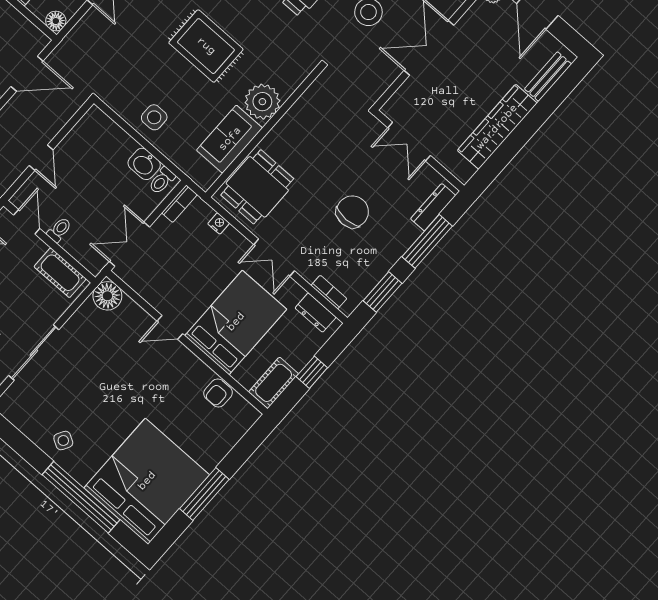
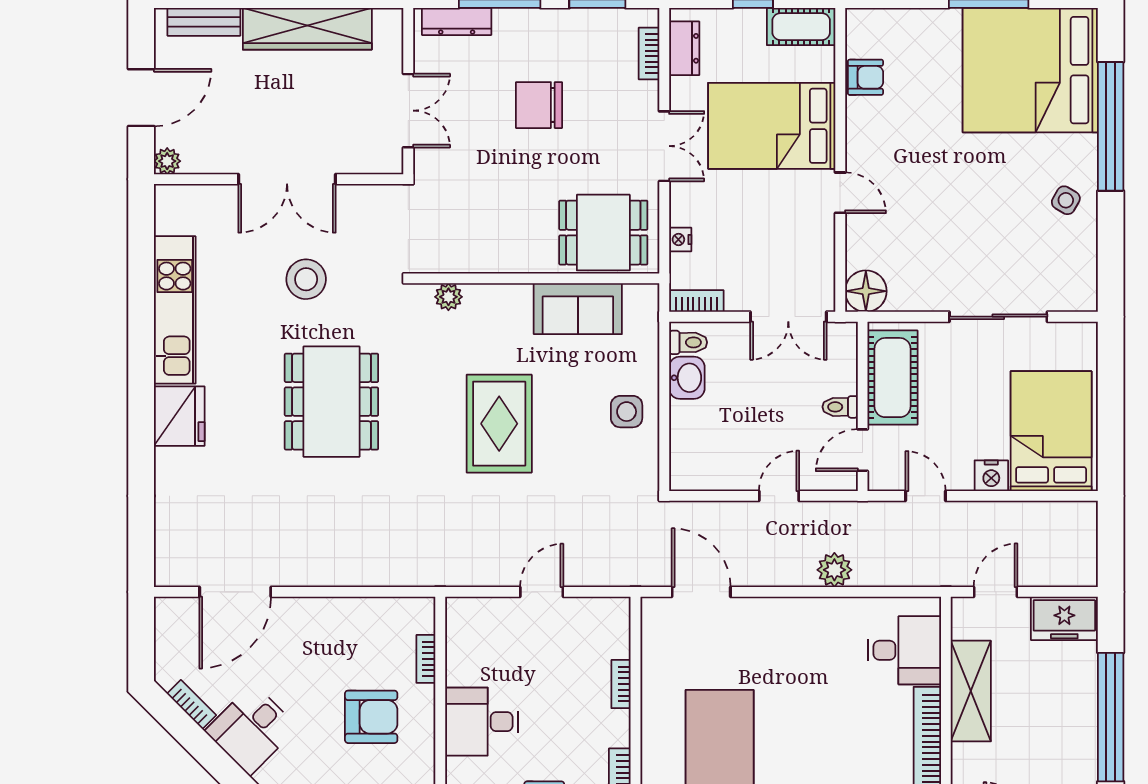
floor lamp: (56, 21) -> (616, 611), removed
plant: (262, 102) -> (448, 297), moved, width x0.53, depth x0.53
cot: (60, 273) -> (893, 378), width x1.37, depth x1.34

